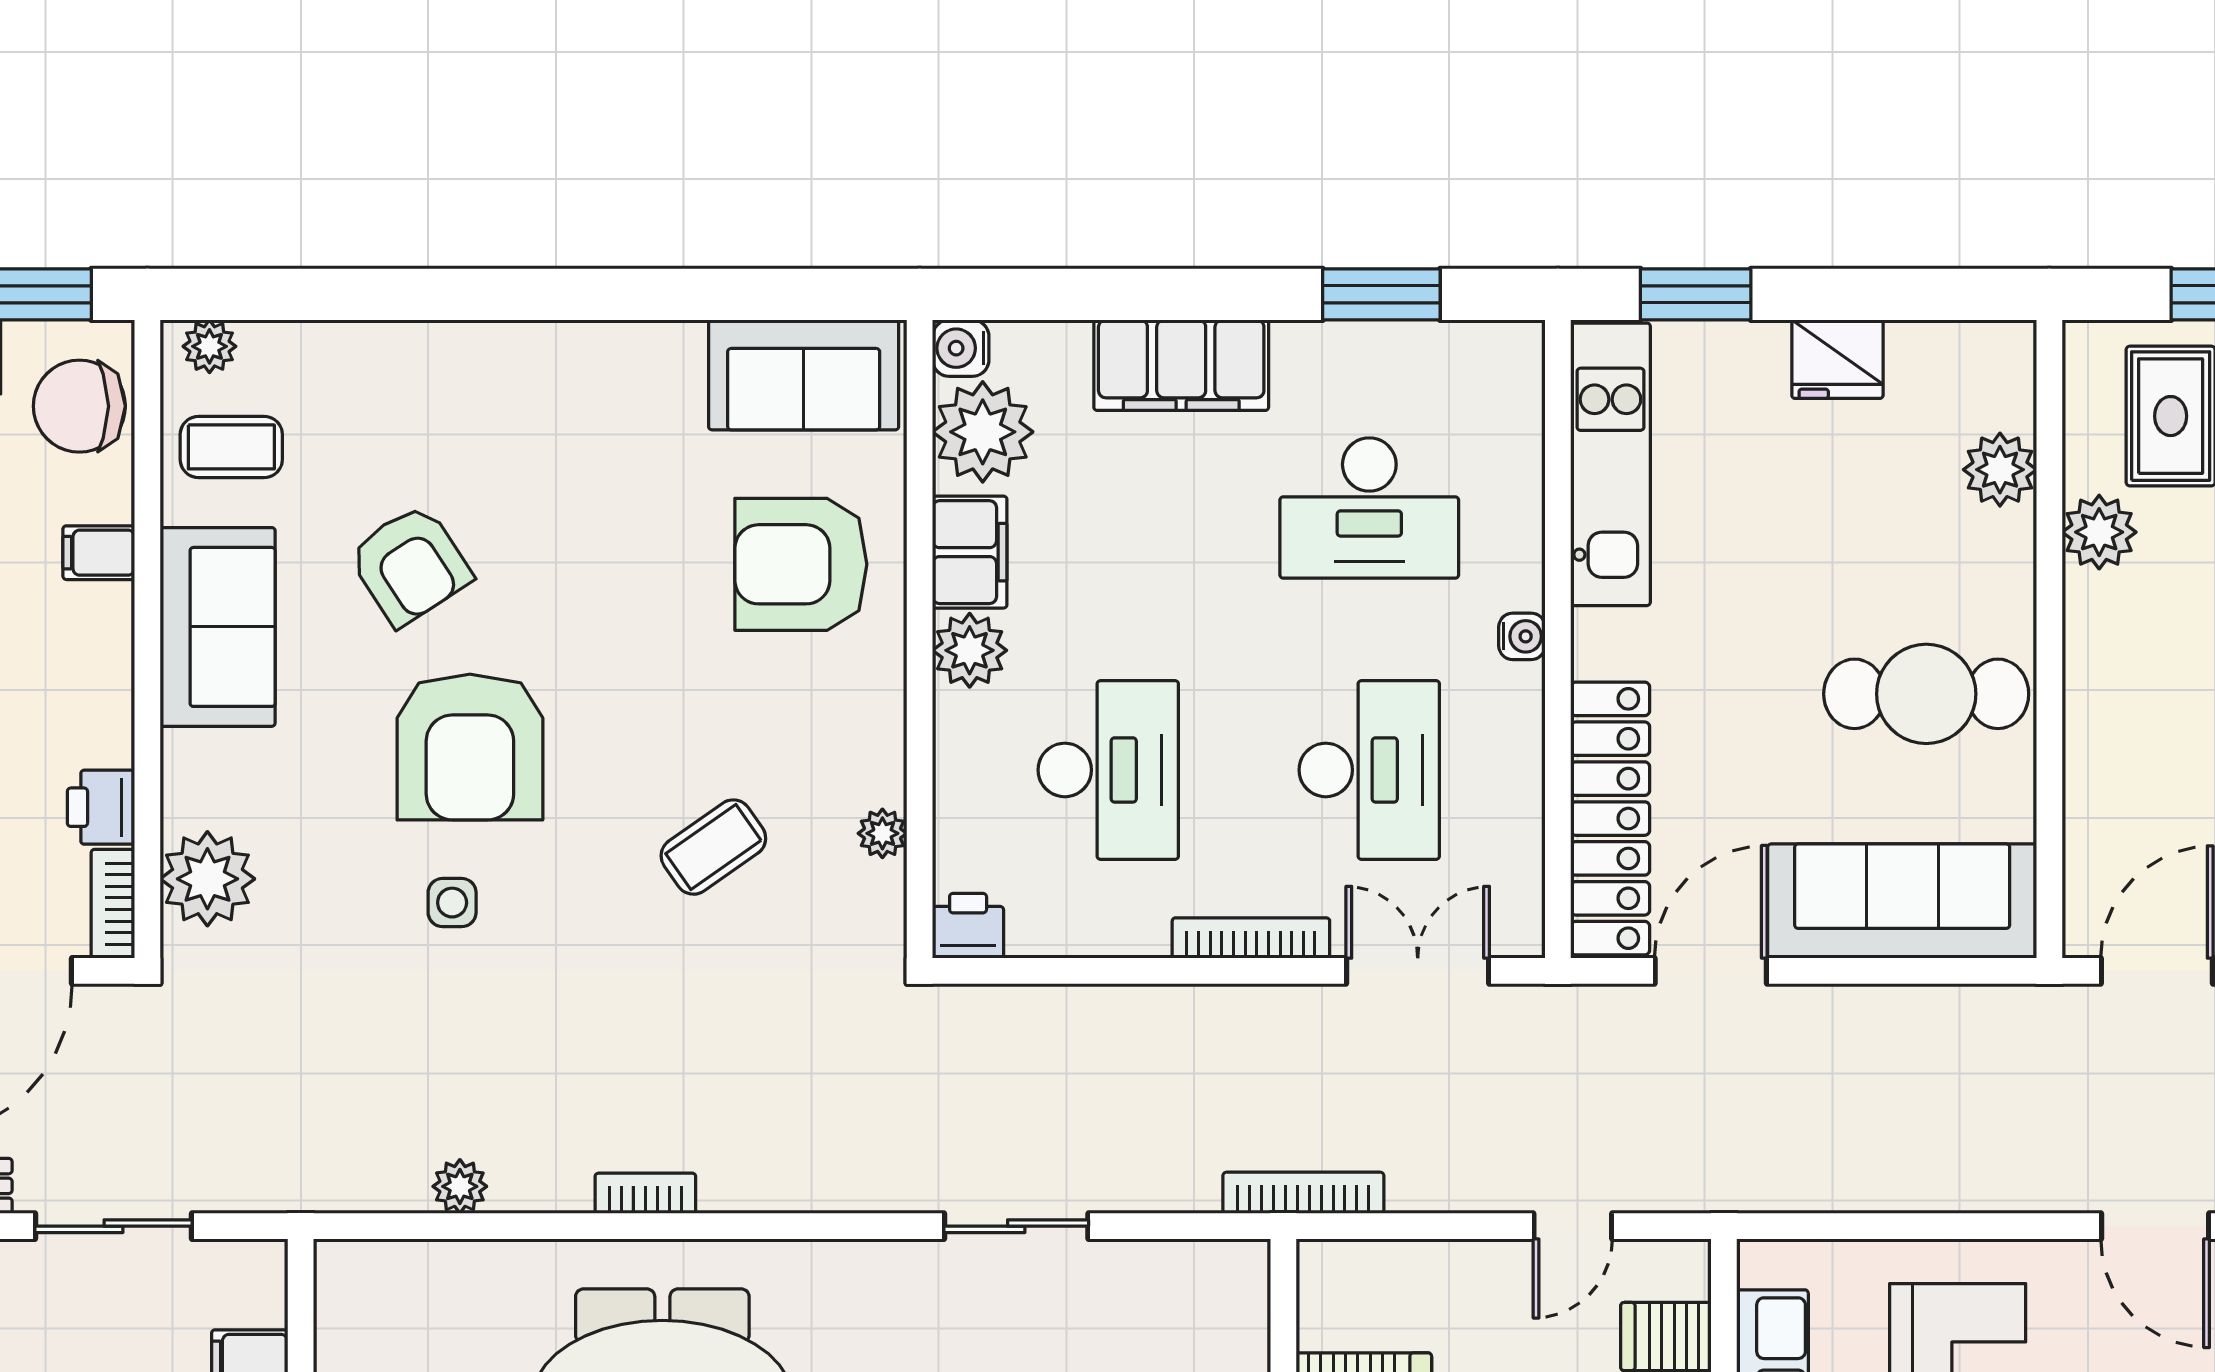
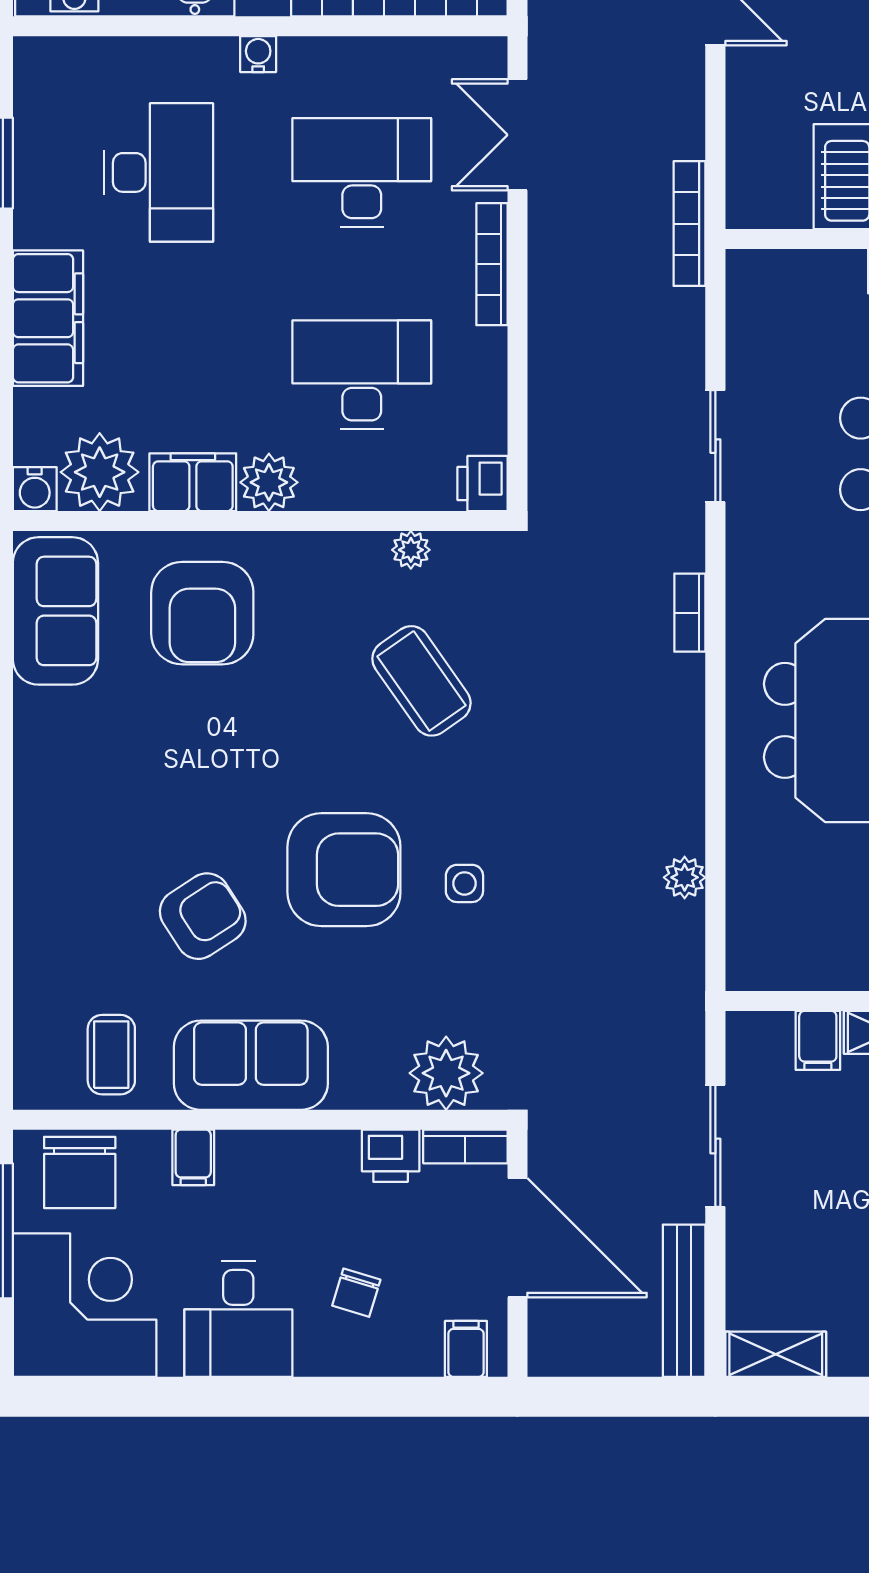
plant: (209, 346) -> (33, 1072), removed
coffee table: (713, 847) -> (421, 681), width x1.36, depth x1.30
bookcase: (645, 1193) -> (690, 613), moved

